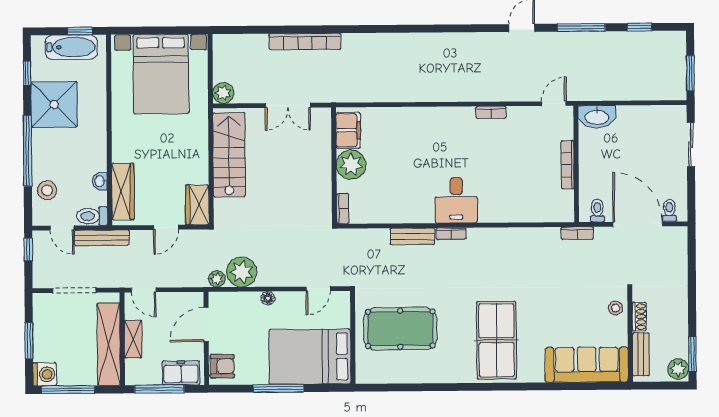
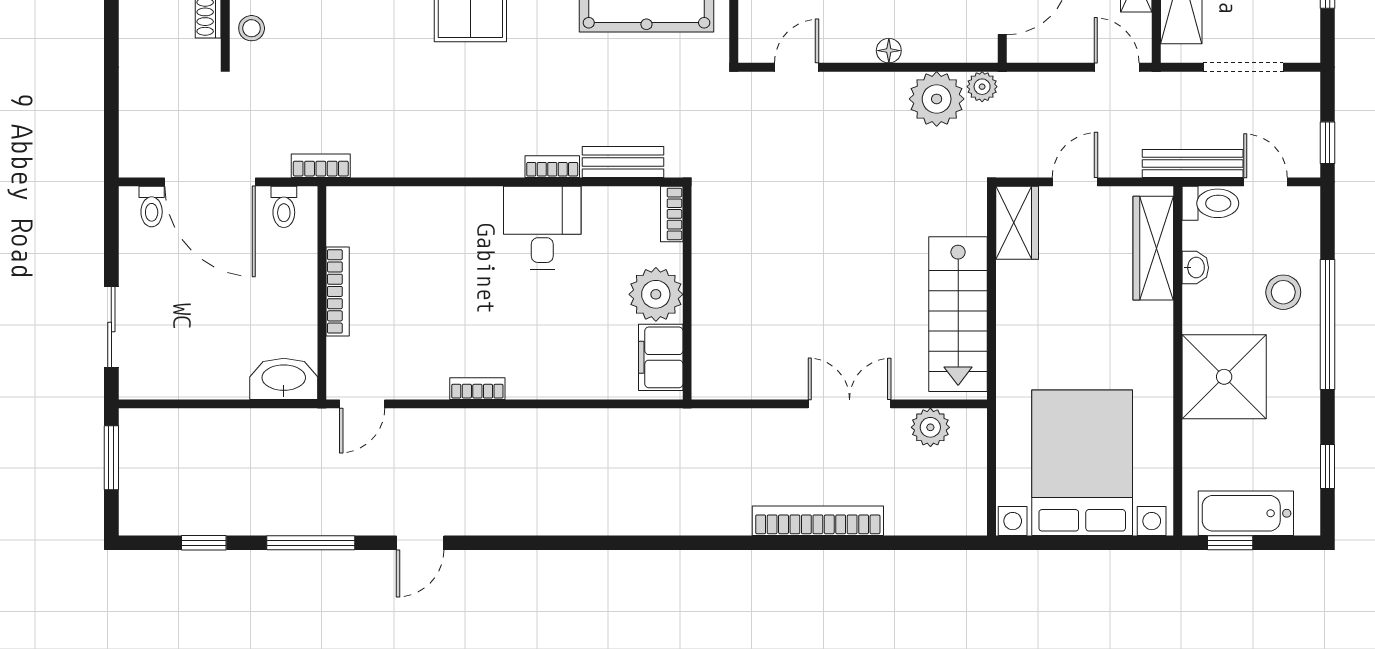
plant: (223, 93) -> (930, 427), moved
shower: (54, 104) -> (1224, 377), moved
filing cabinet: (348, 130) -> (661, 357), moved
plant: (351, 165) -> (656, 294), moved
wall: (334, 166) -> (687, 293), moved
stool: (47, 190) -> (1283, 292), moved
bookcase: (343, 209) -> (672, 214), moved

